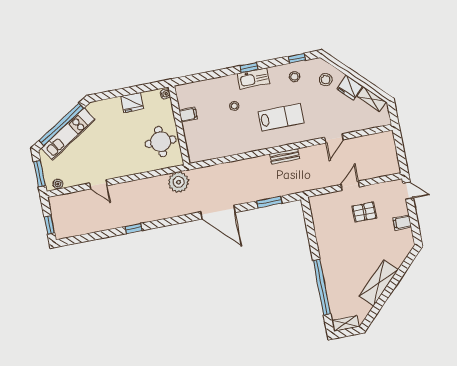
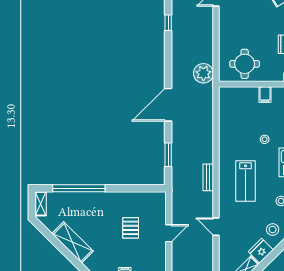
door: (350, 186) -> (169, 233), hinge flipped
pallet: (364, 212) -> (131, 228), moved

